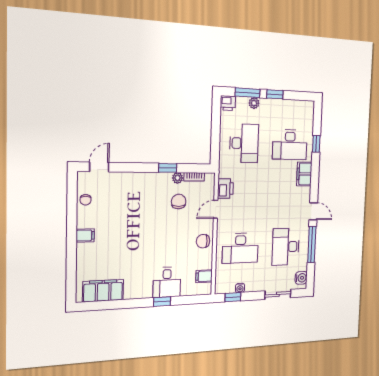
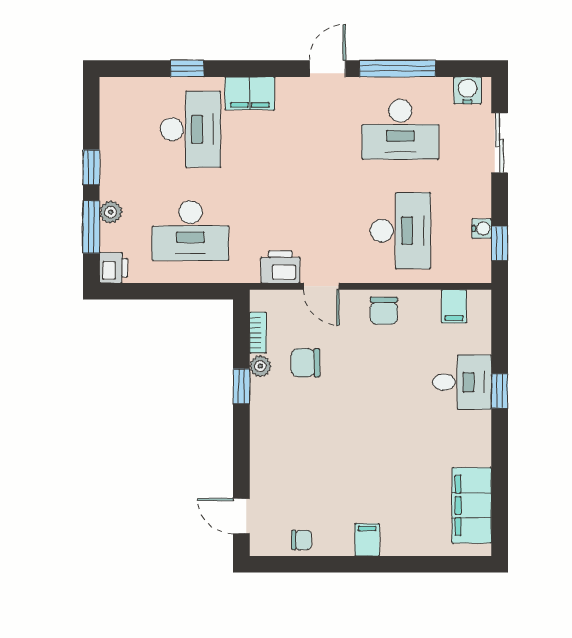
desk: (244, 143) -> (190, 231), turned 180

